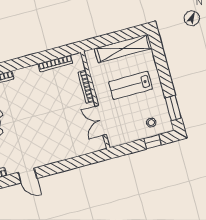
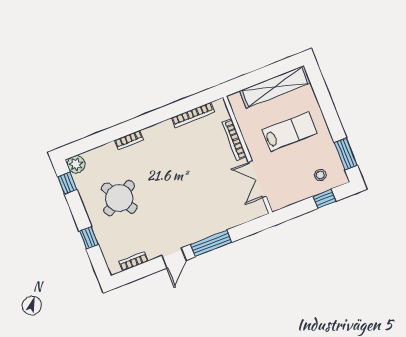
lab bench: (131, 85) -> (289, 132), turned 180
window: (58, 167) -> (211, 243), added
door: (28, 175) -> (174, 258), hinge flipped

